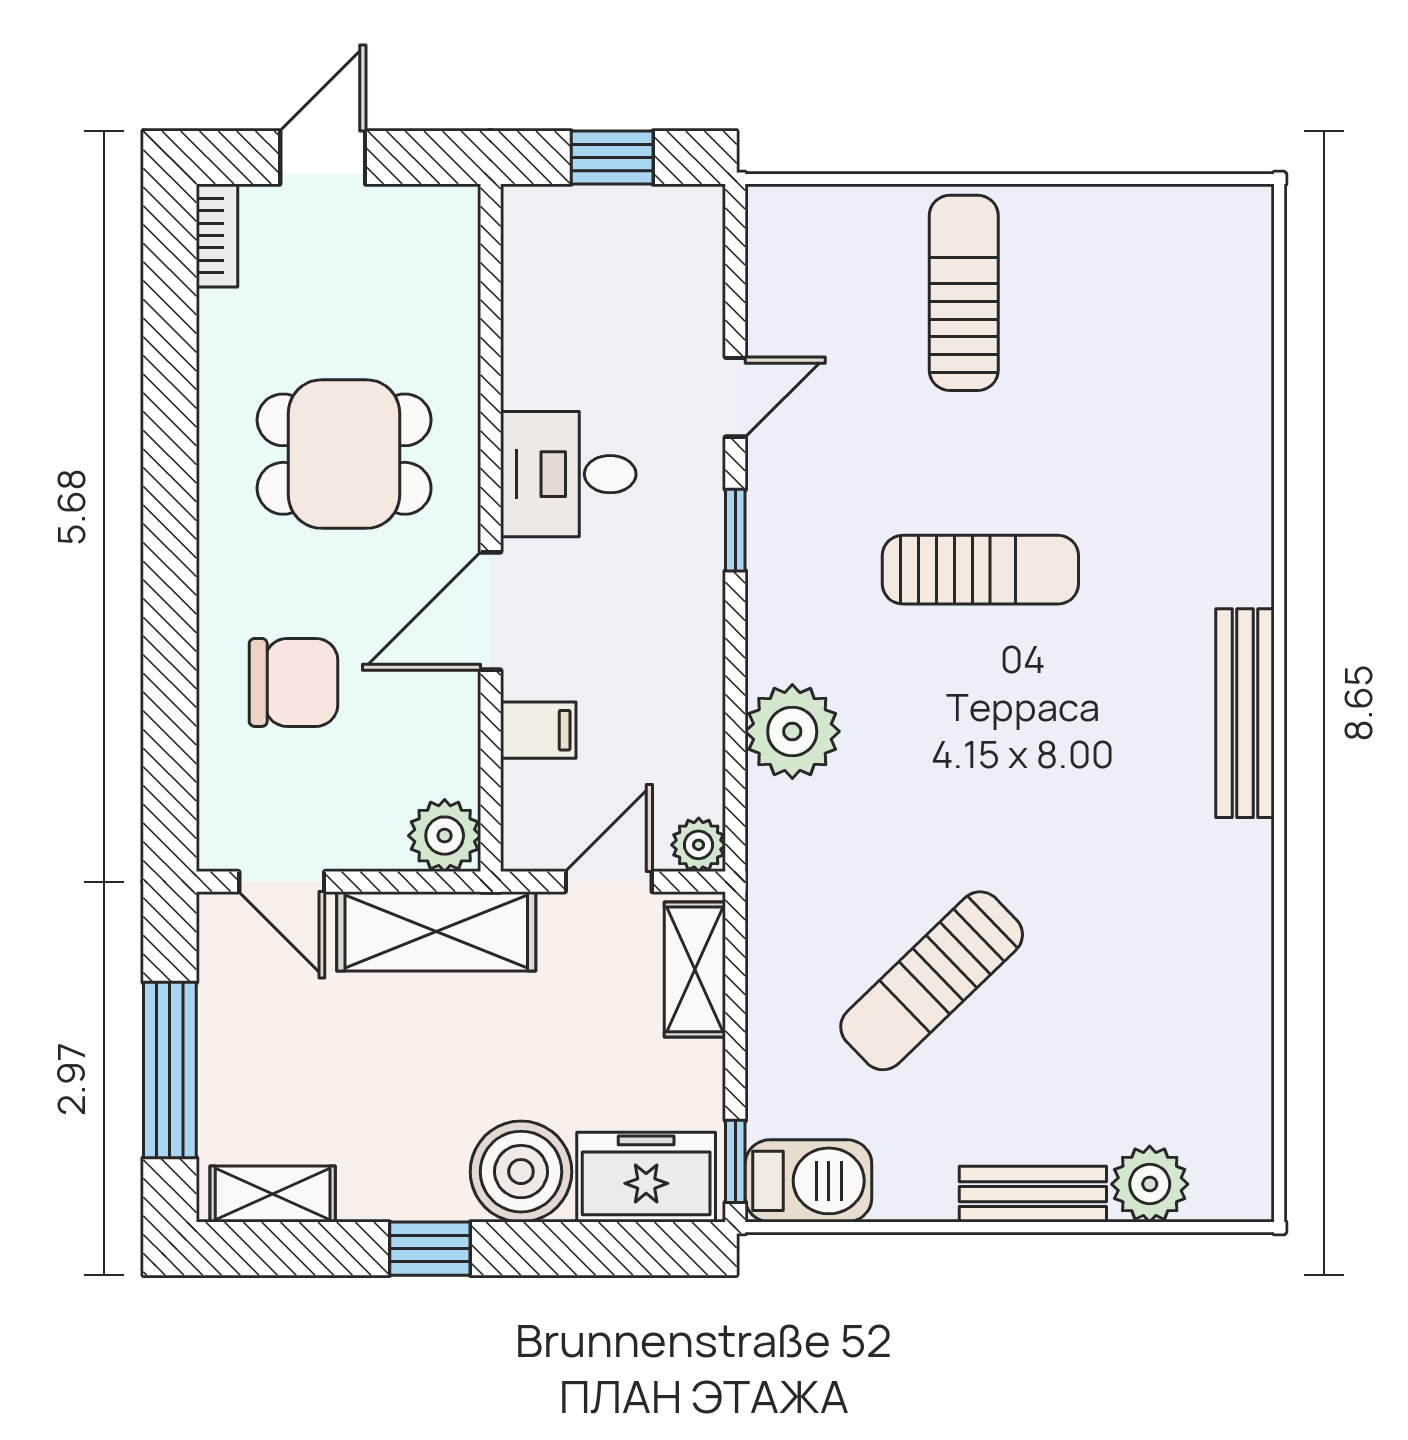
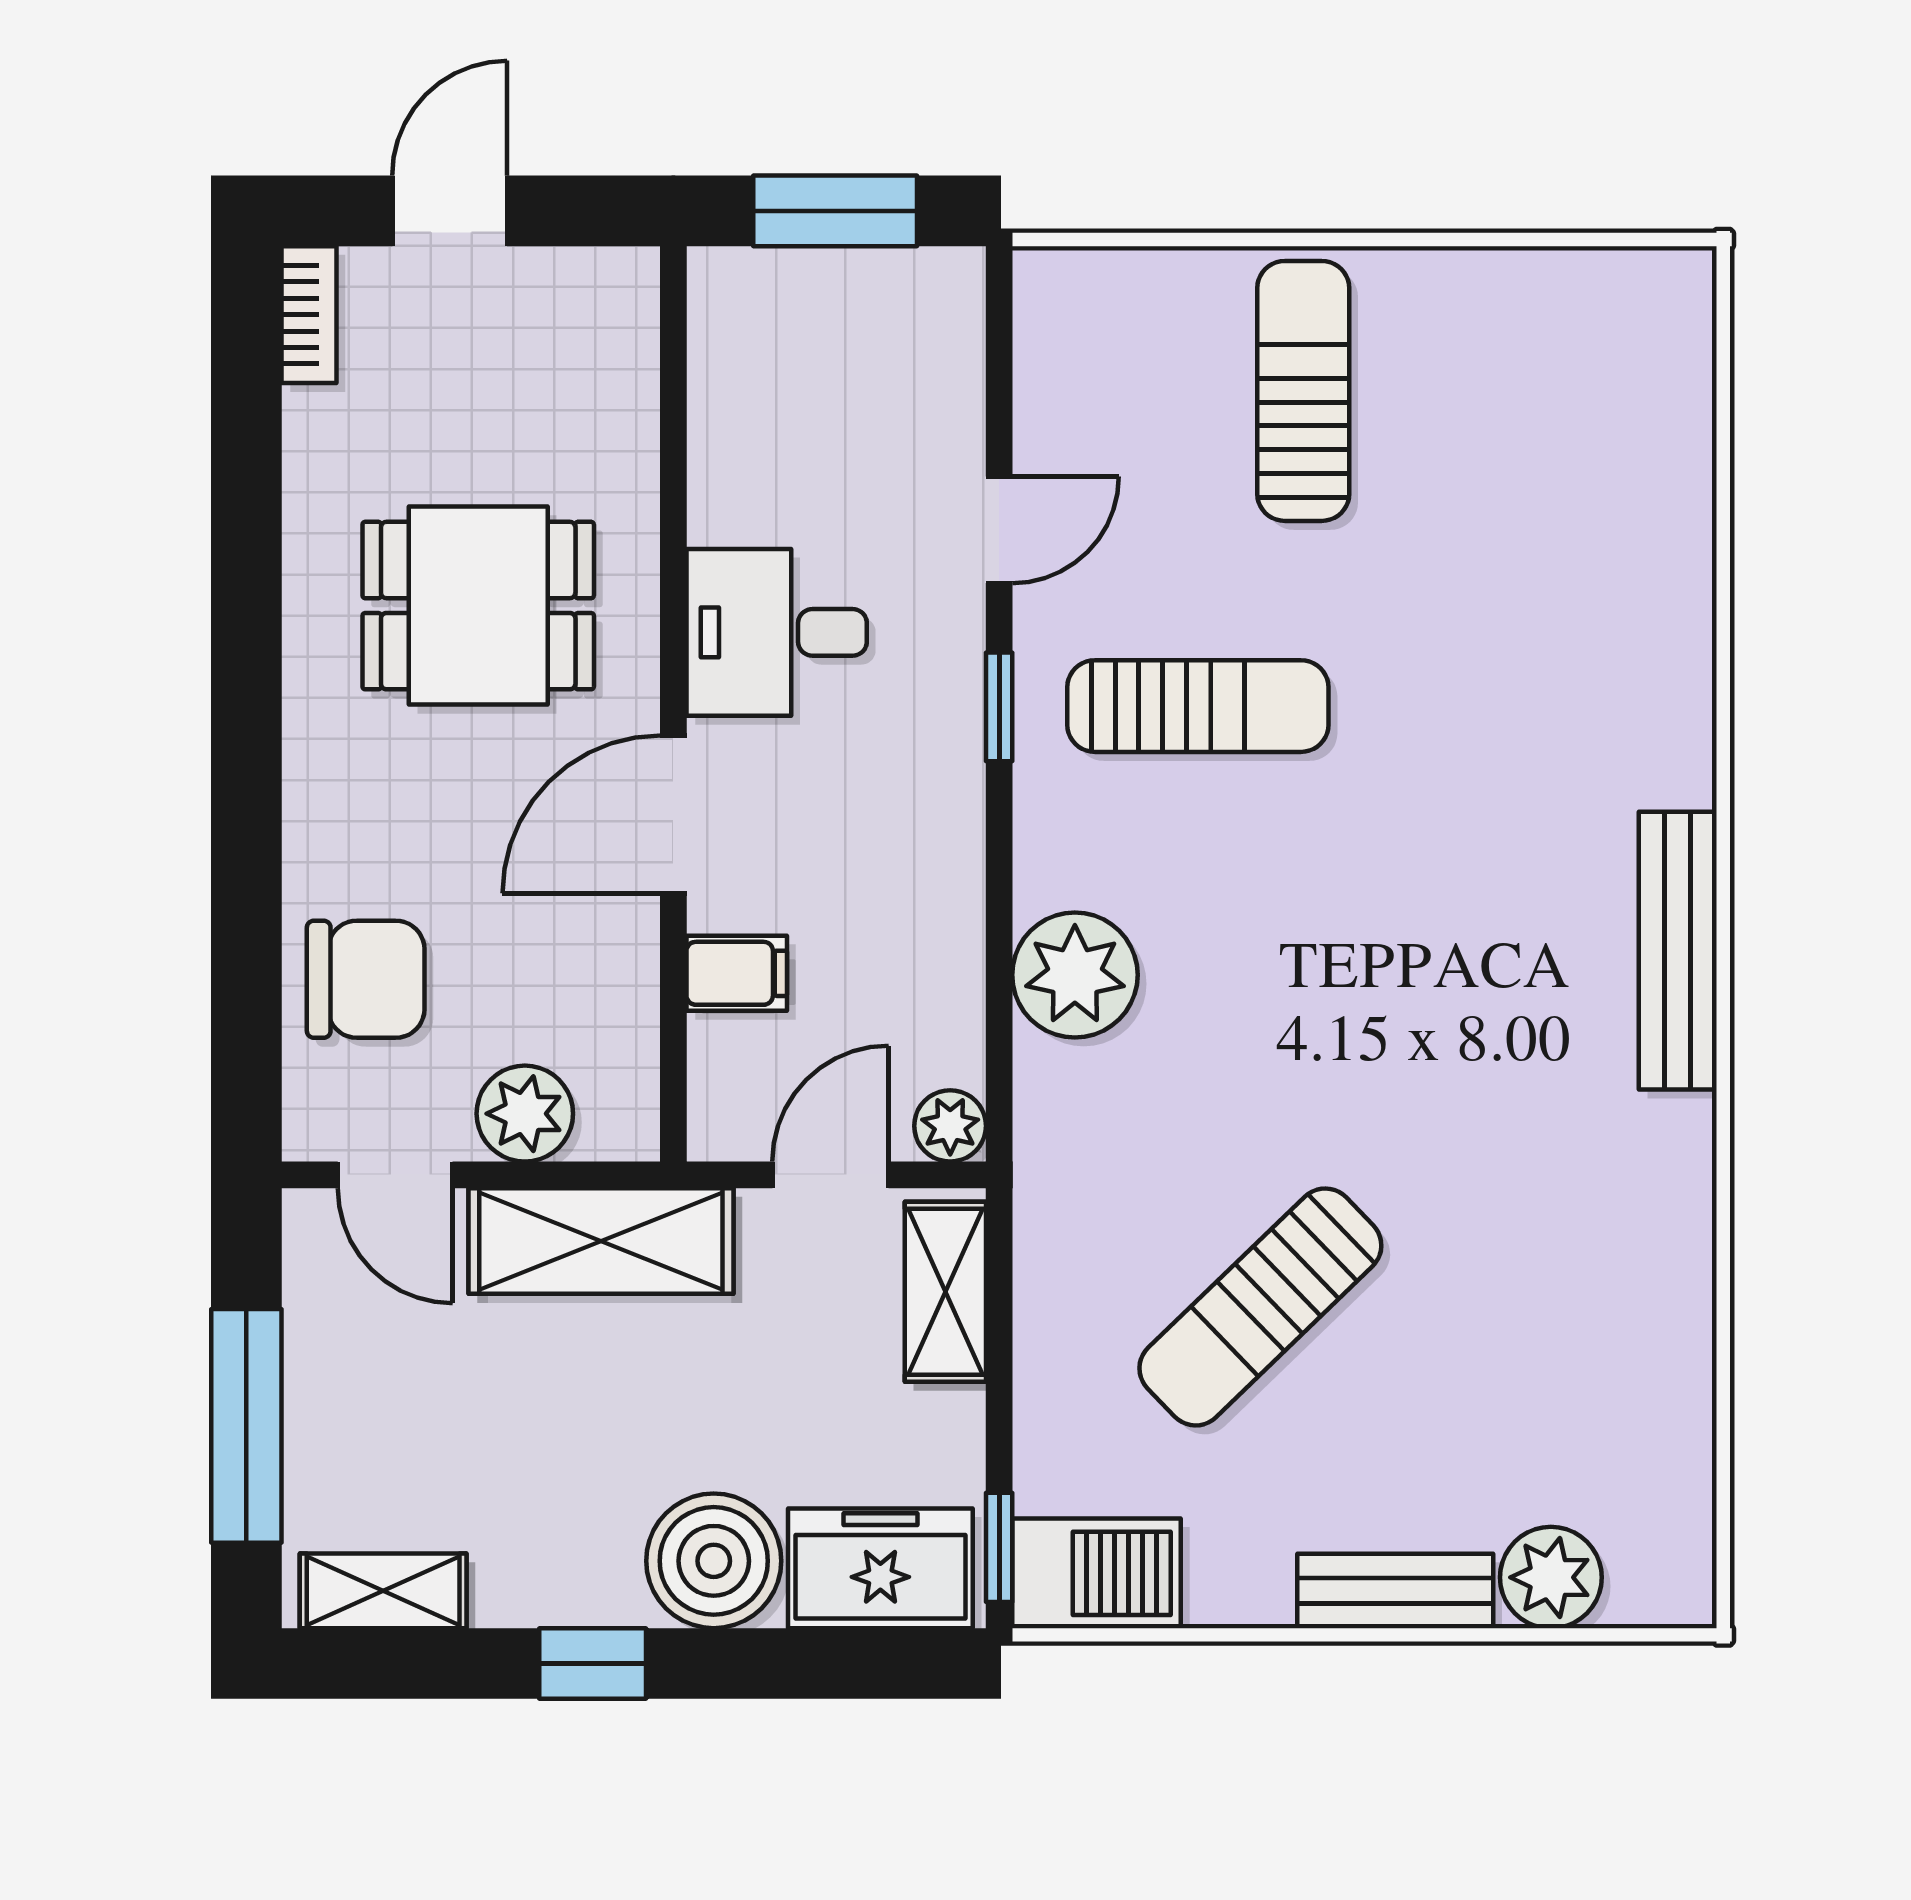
window: (612, 158) -> (835, 211), width x1.50
sun lounger: (980, 570) -> (1198, 706), moved
chair: (294, 682) -> (366, 979), moved
plant: (445, 836) -> (525, 1114), moved

